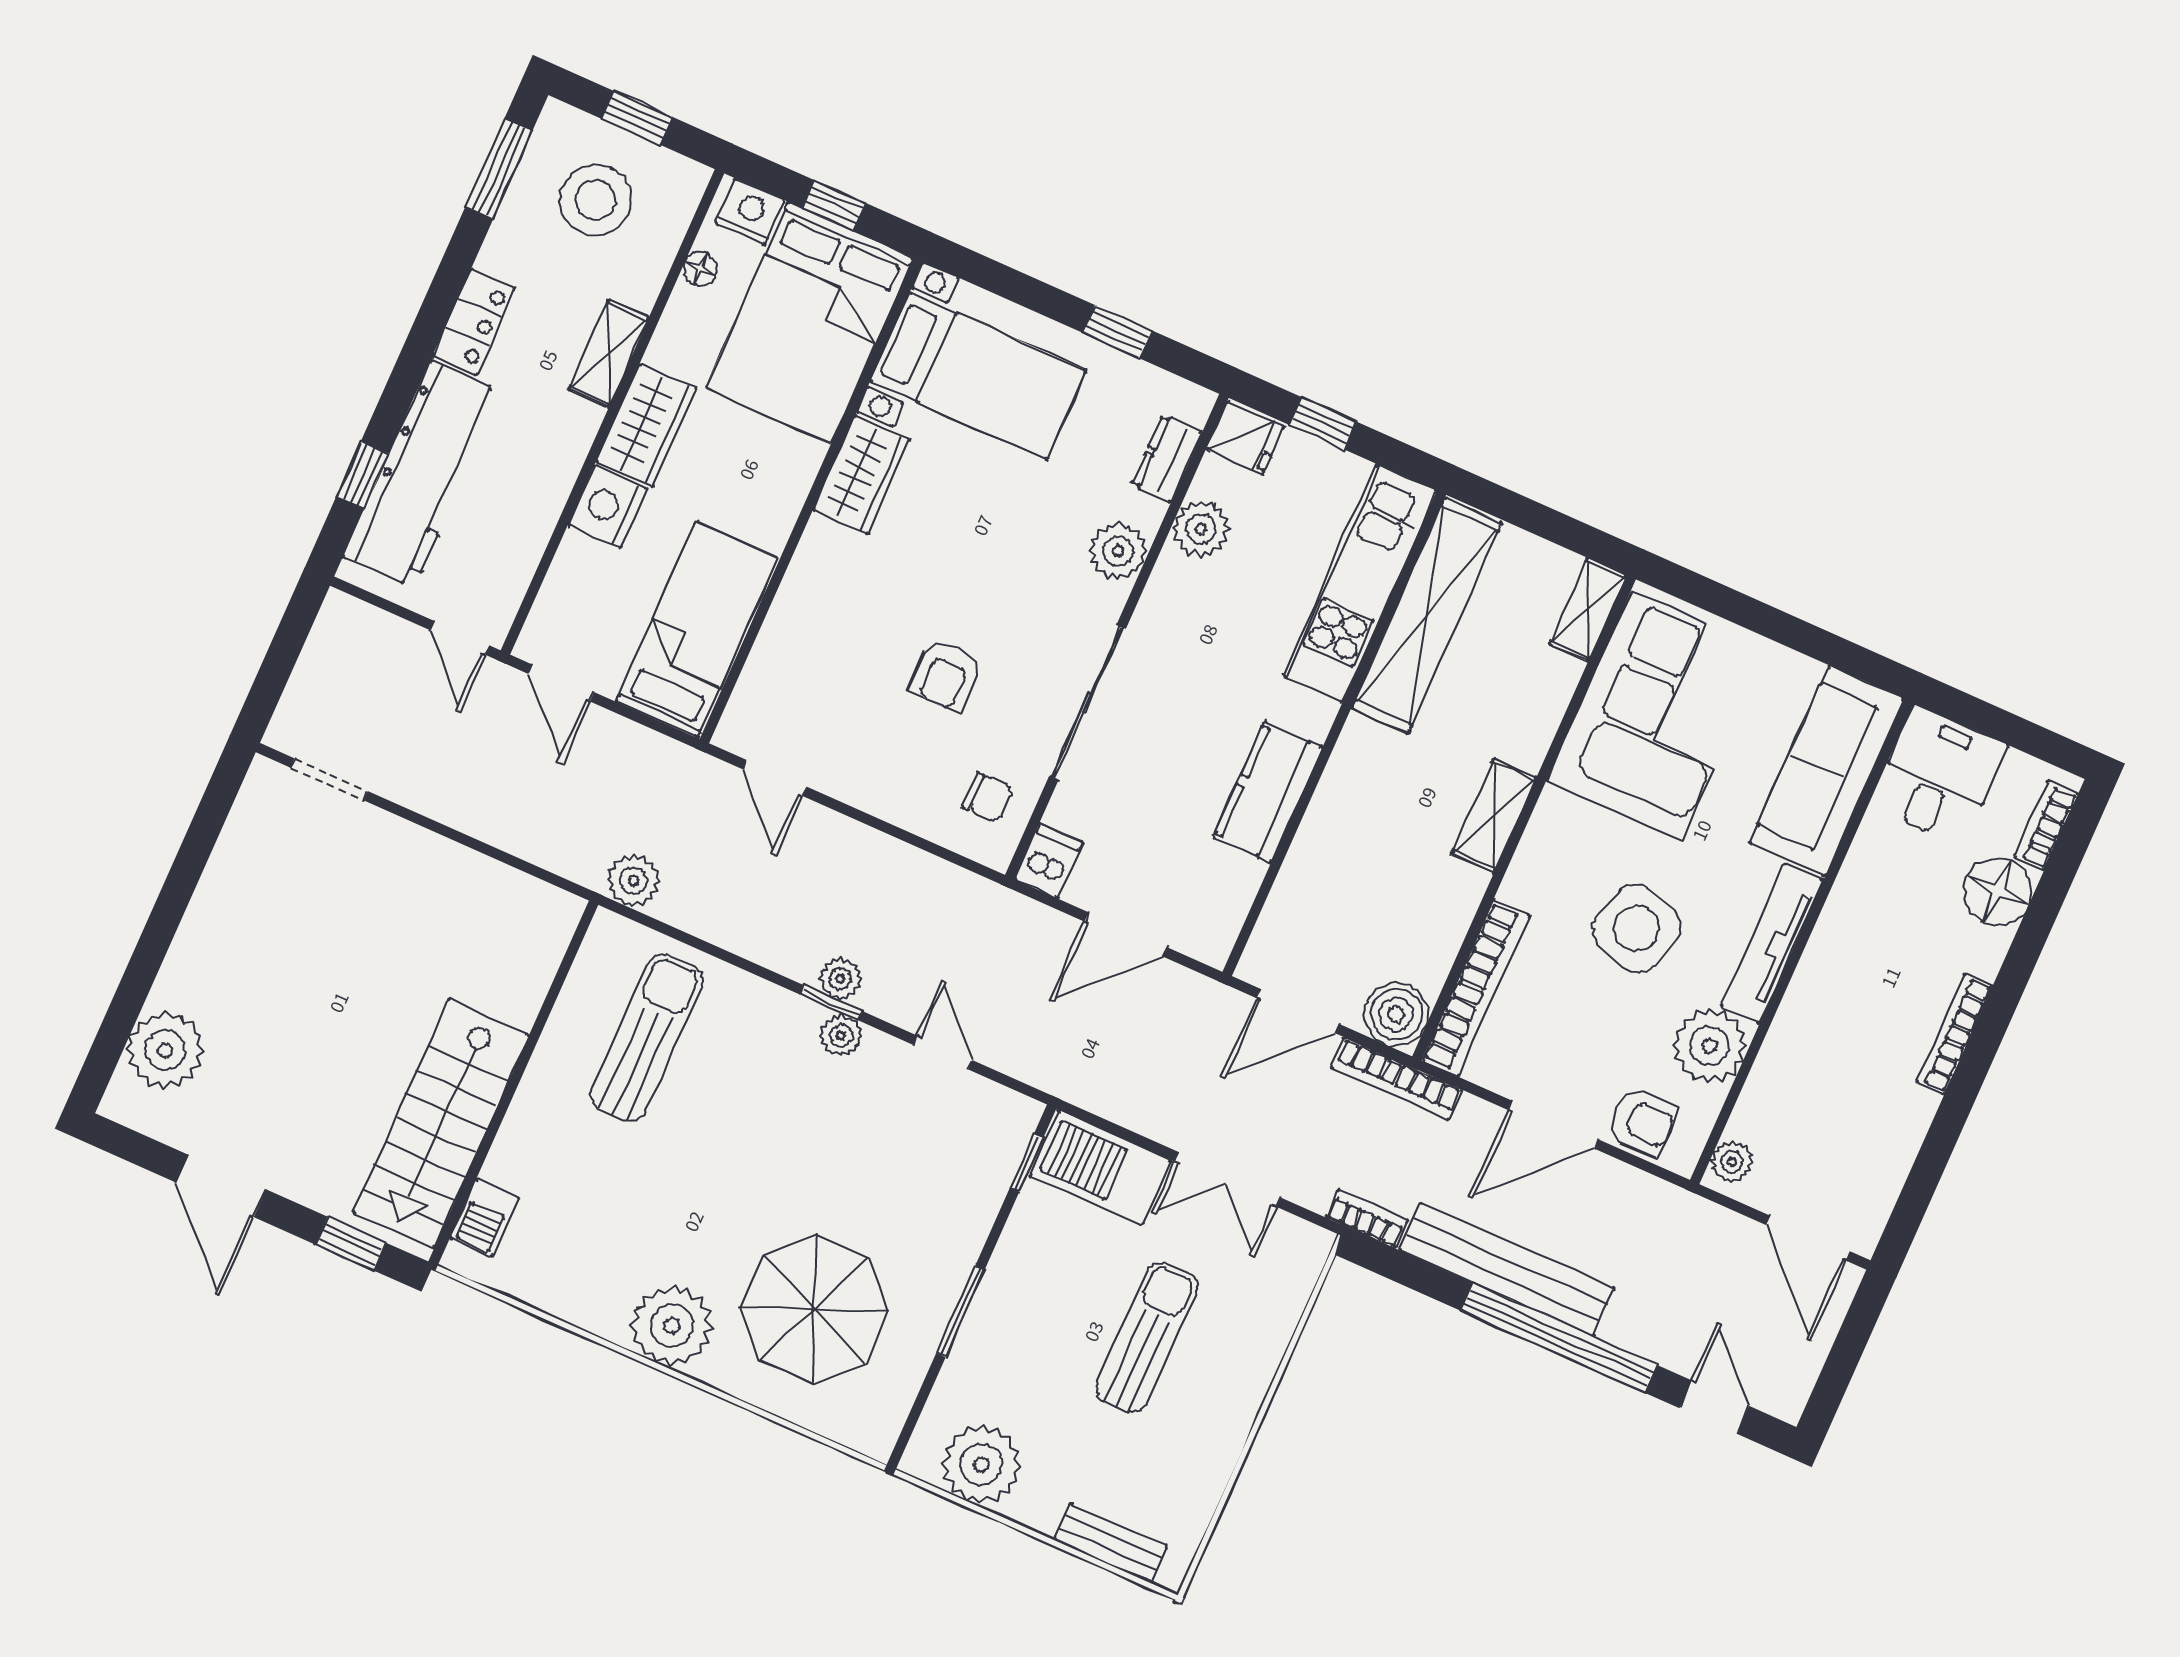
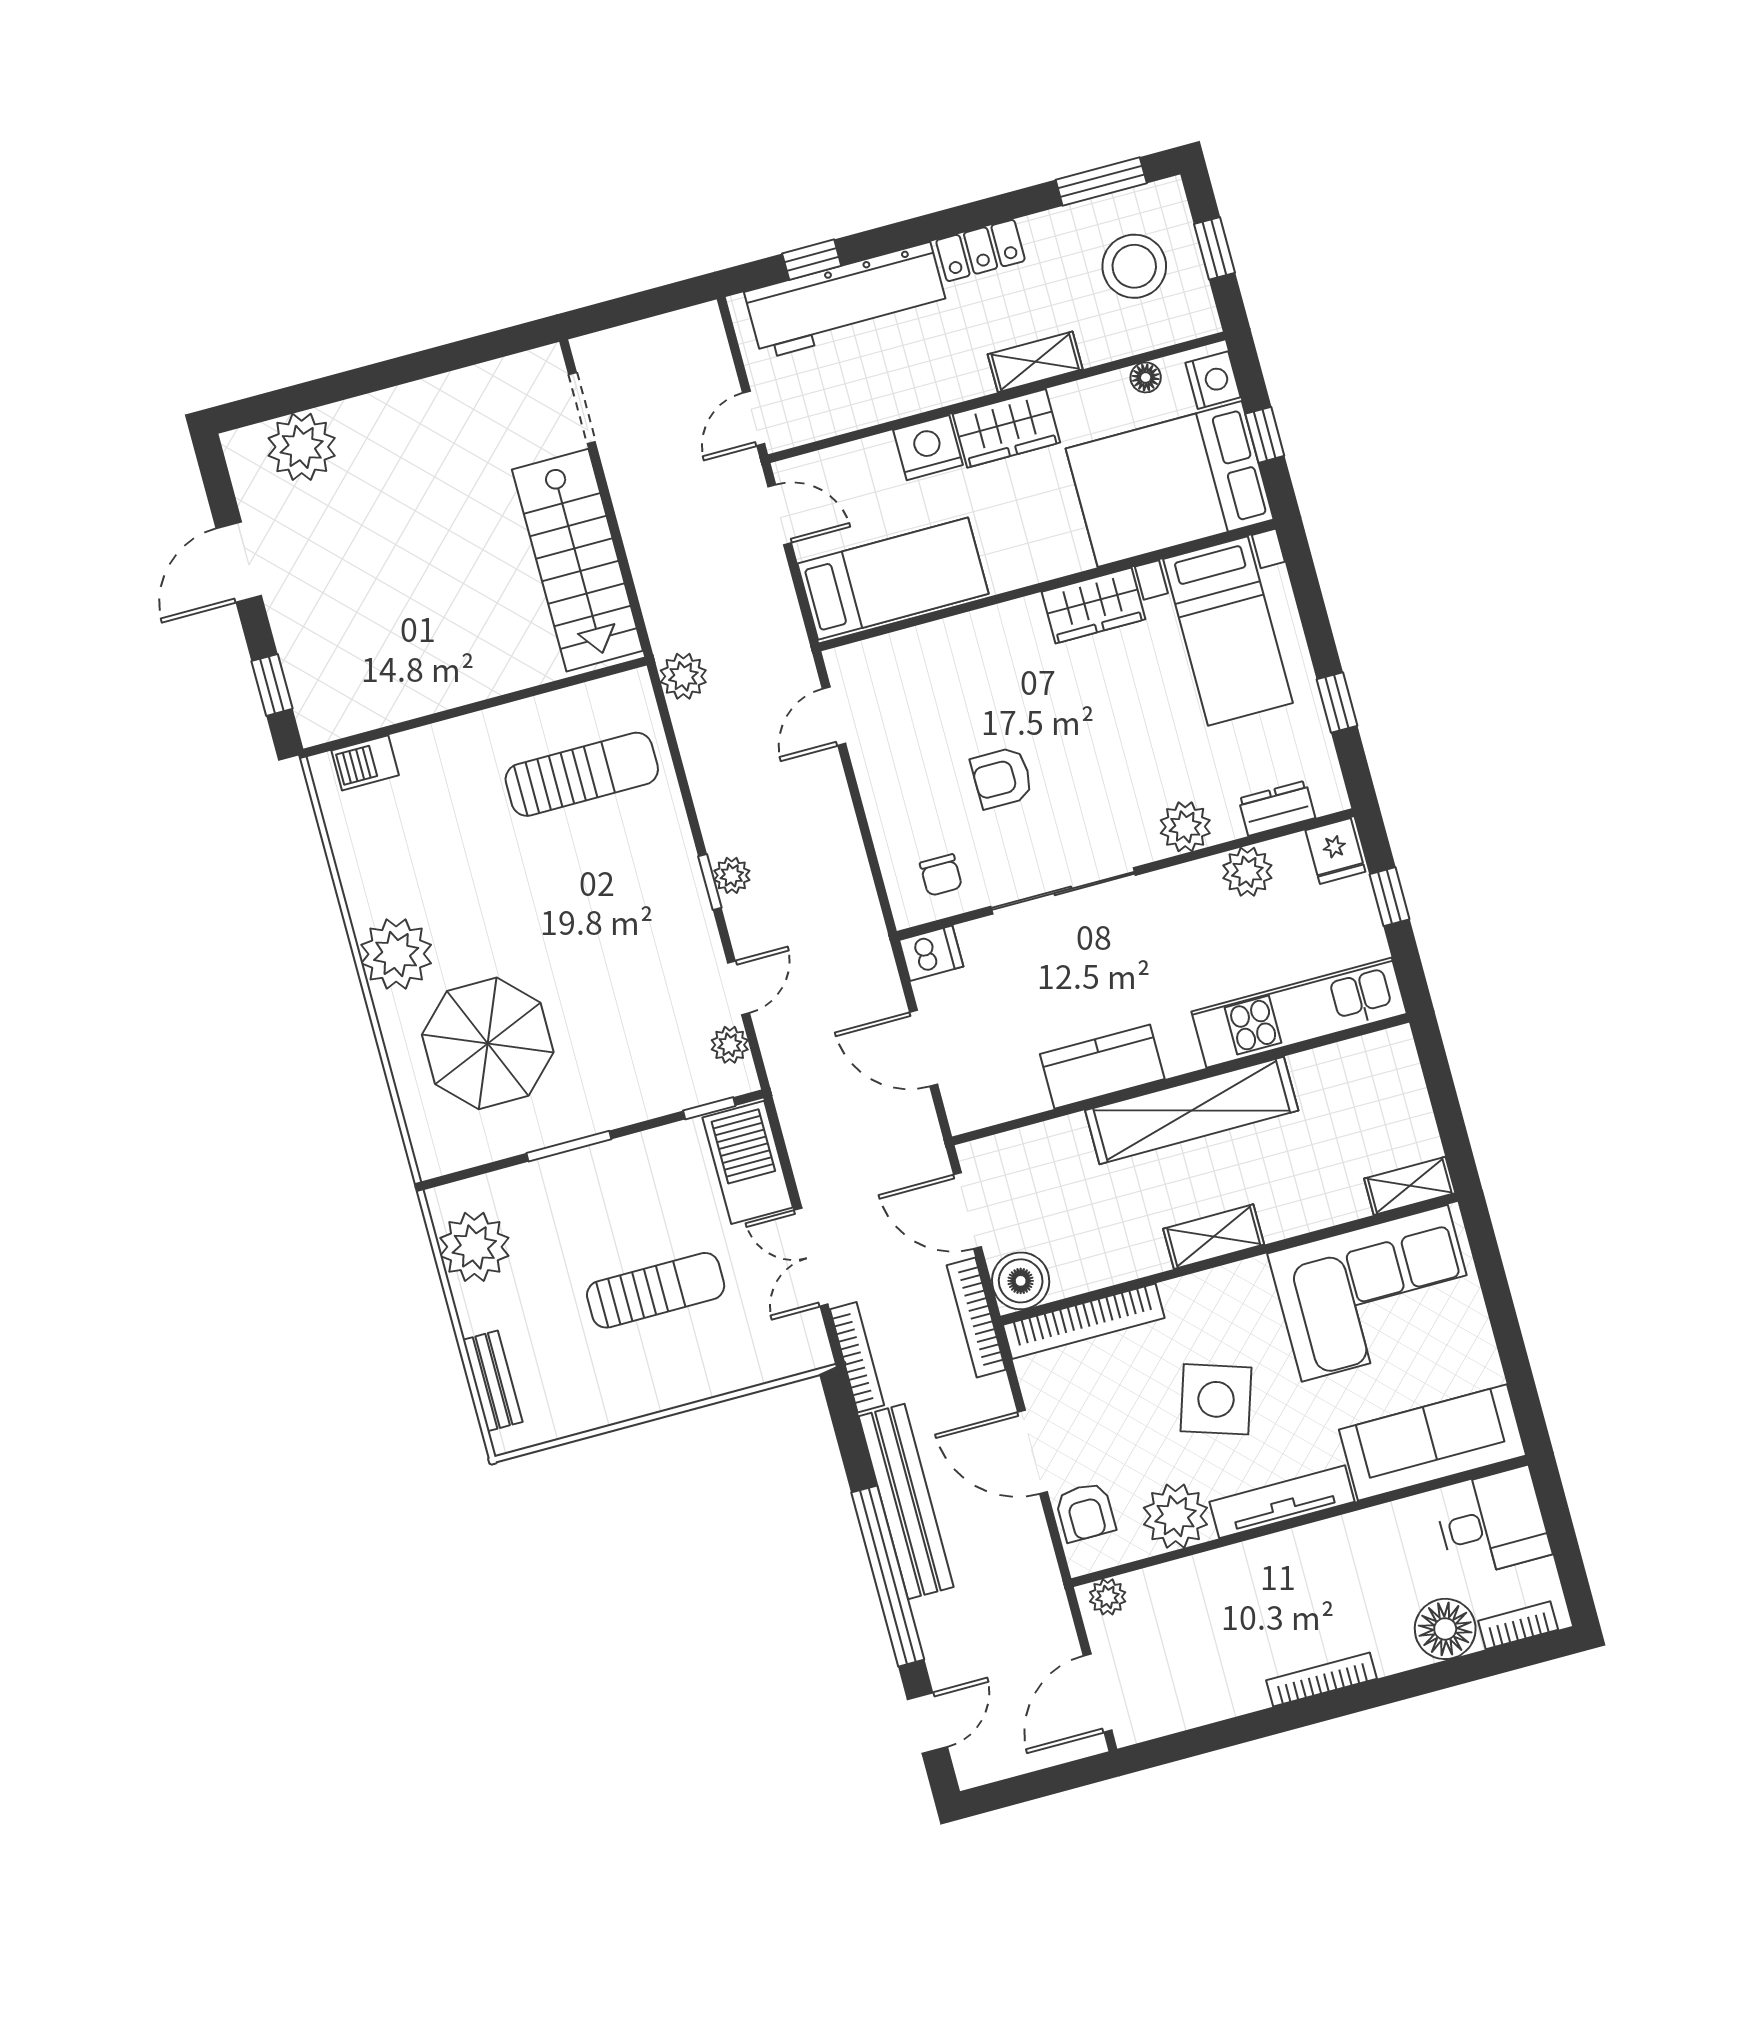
shelving: (1427, 616) -> (1192, 1110), moved
door: (561, 683) -> (780, 515), swing flipped
plant: (841, 1036) -> (730, 1045), moved
stairs: (441, 1124) -> (577, 560), moved, turned -90
bookcase: (1367, 1219) -> (857, 1357), width x1.56

